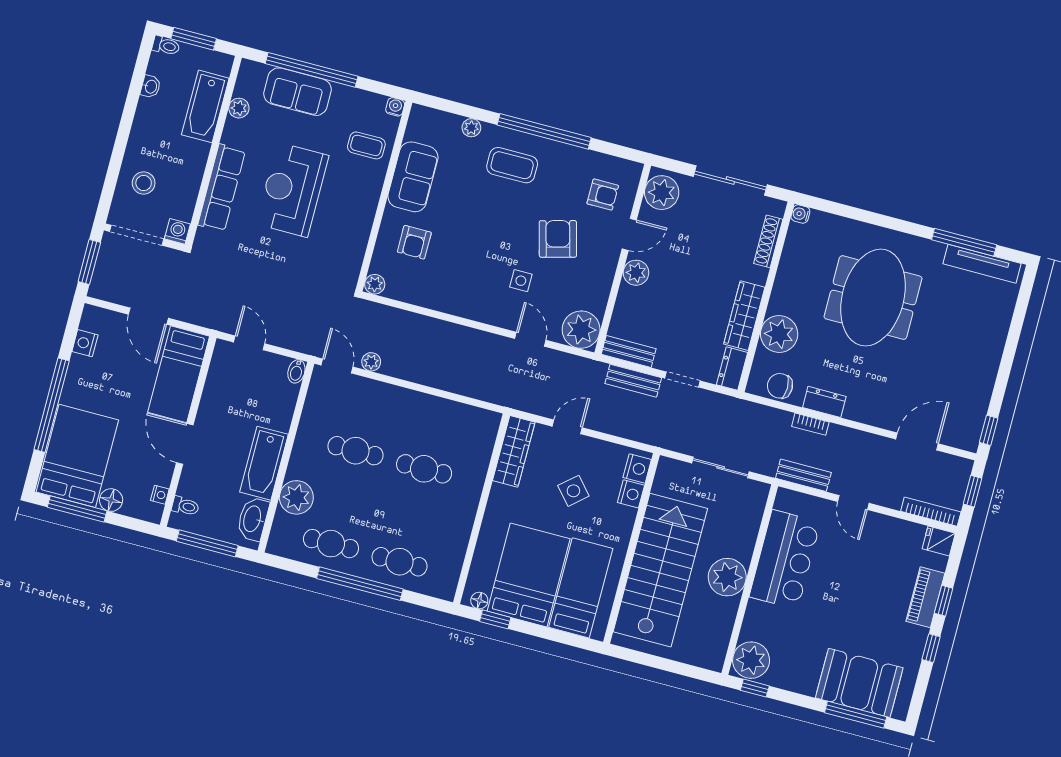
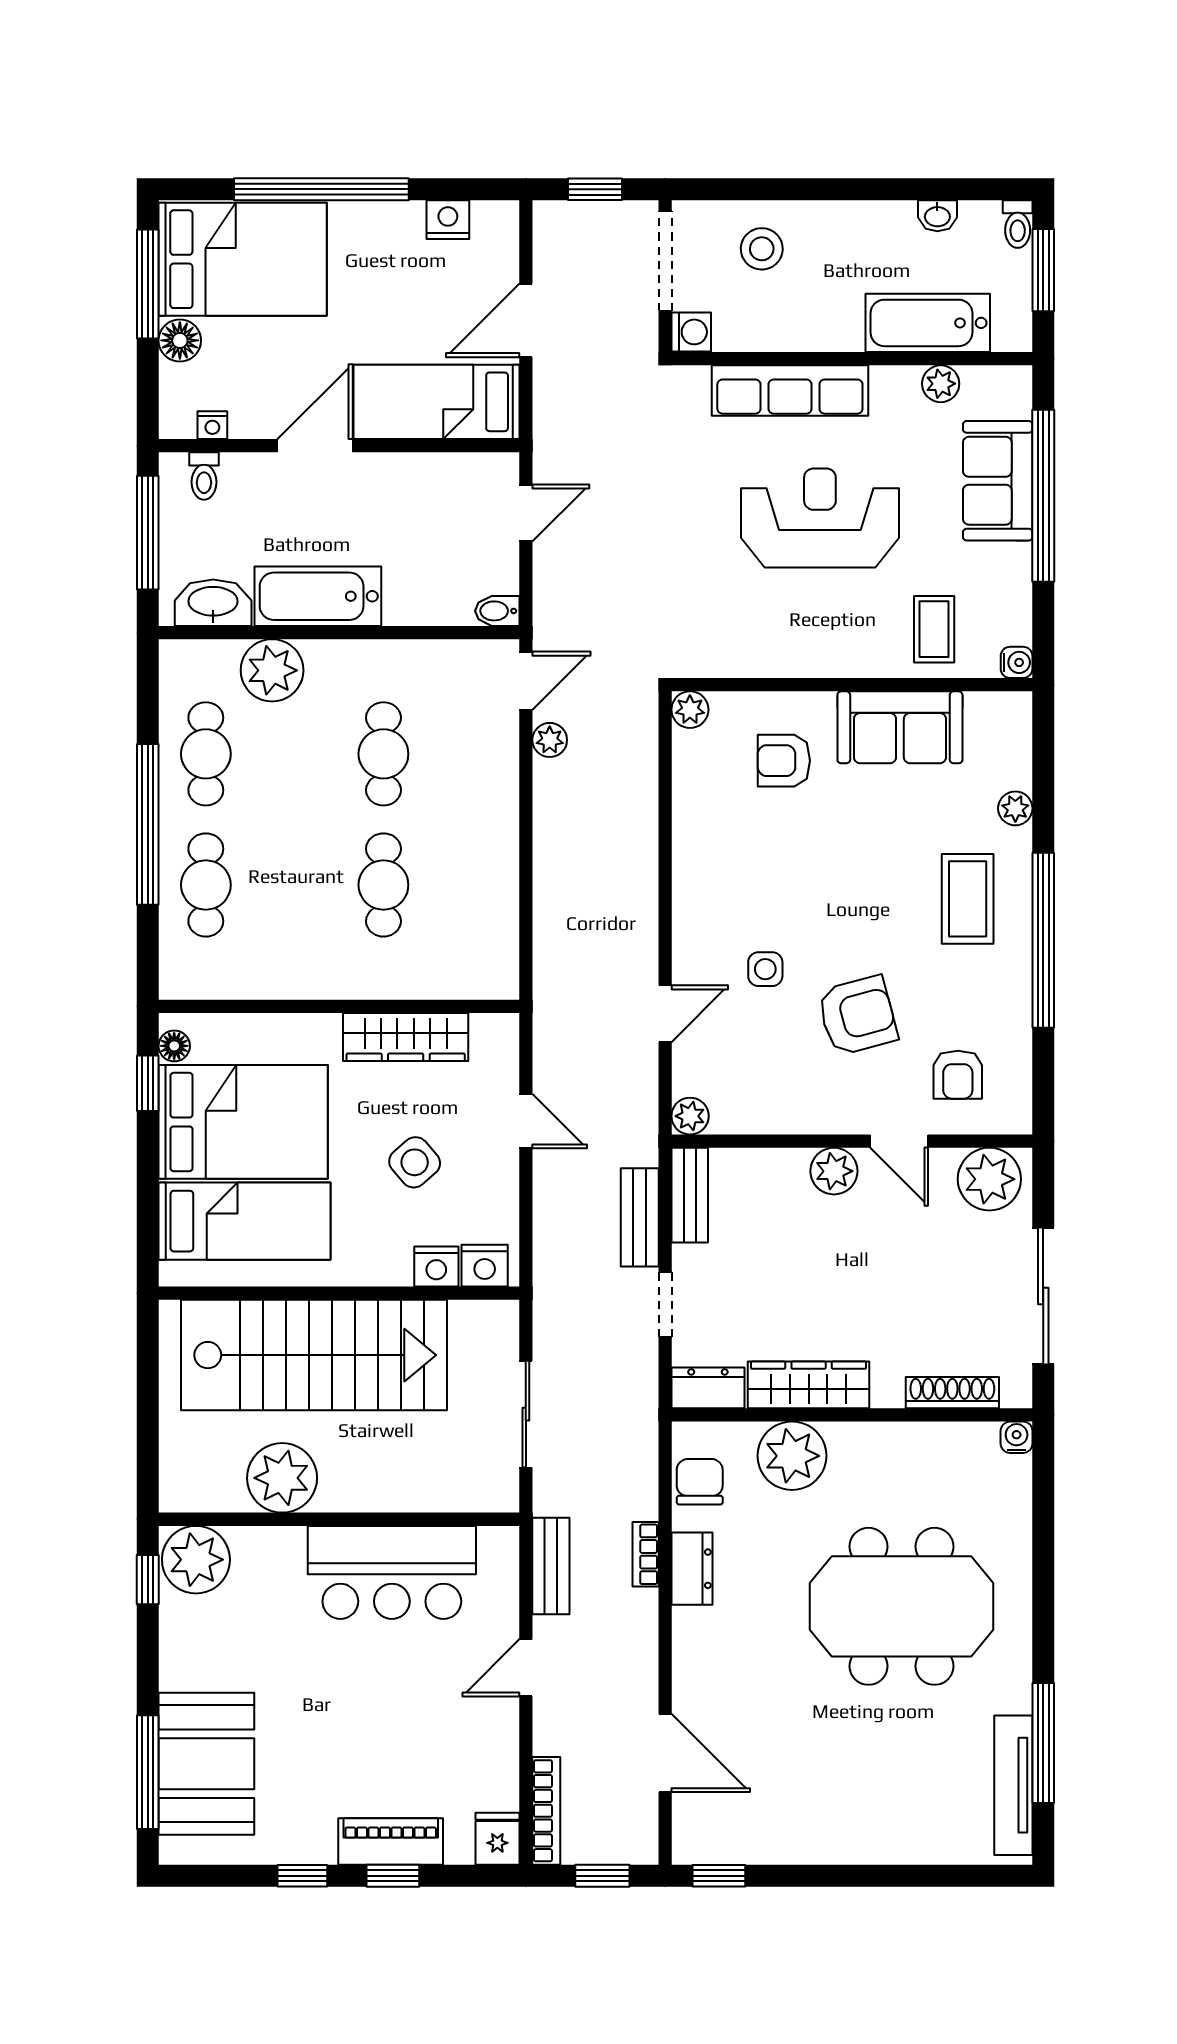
window: (89, 262) -> (595, 189), width x0.67
plant: (581, 330) -> (690, 1116), width x0.53, depth x0.53
wardrobe: (514, 451) -> (406, 1037), moved
plant: (727, 577) -> (282, 1478), moved

